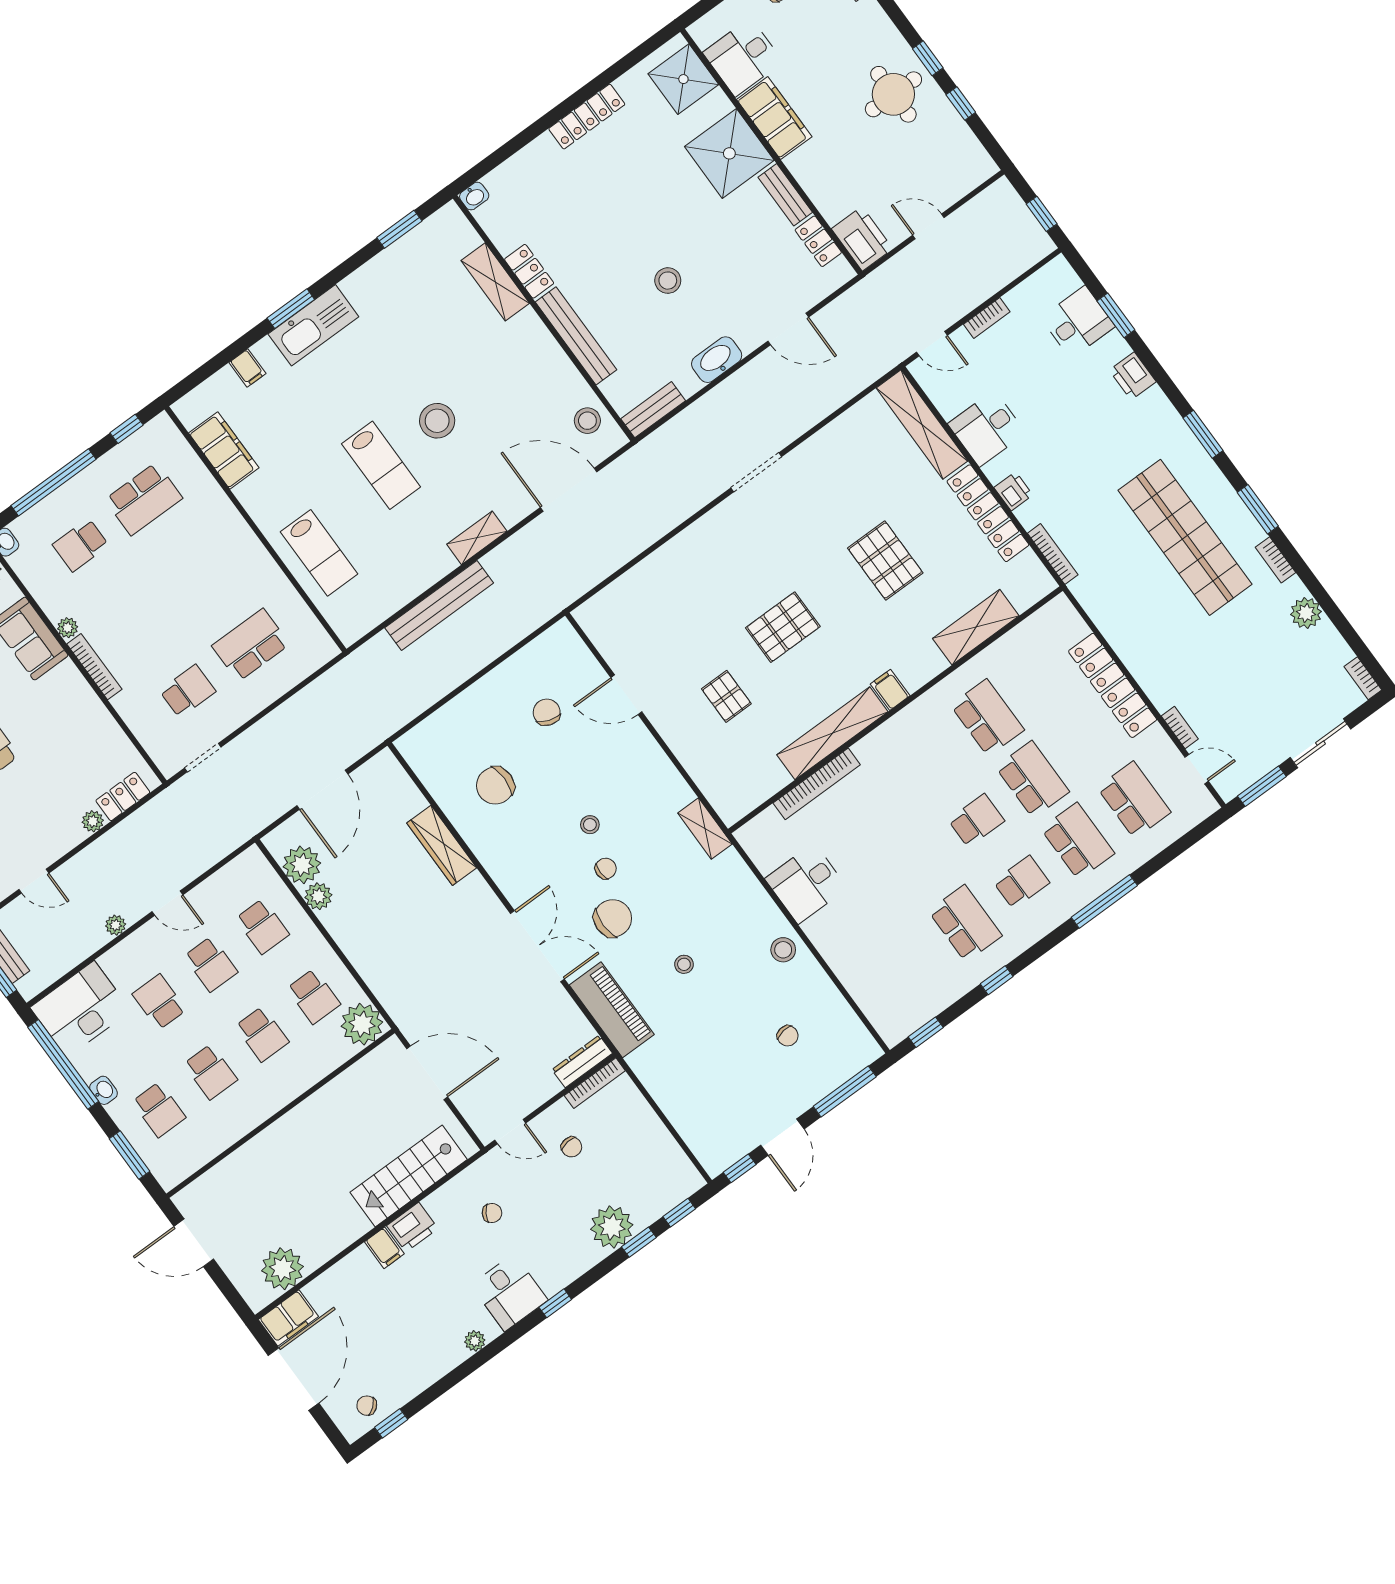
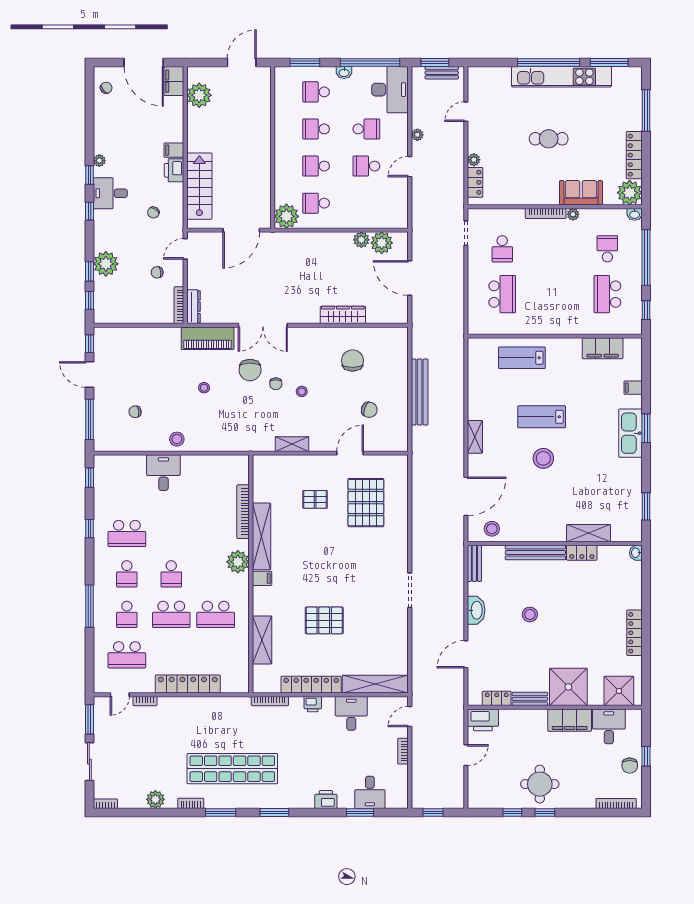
bench: (439, 605) -> (420, 392), moved
pallet: (783, 627) -> (366, 503), moved, width x1.37, depth x1.41
plant: (892, 740) -> (238, 562), added
shelving: (705, 828) -> (292, 444), moved
school desk: (1078, 841) -> (127, 614), width x0.54
desk: (806, 883) -> (163, 473), moved
school desk: (262, 926) -> (366, 203), removed
window: (391, 1423) -> (89, 175), moved

